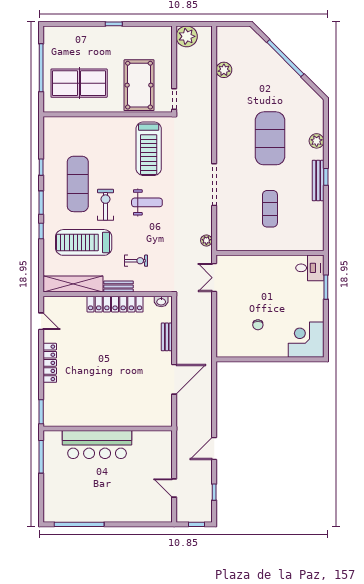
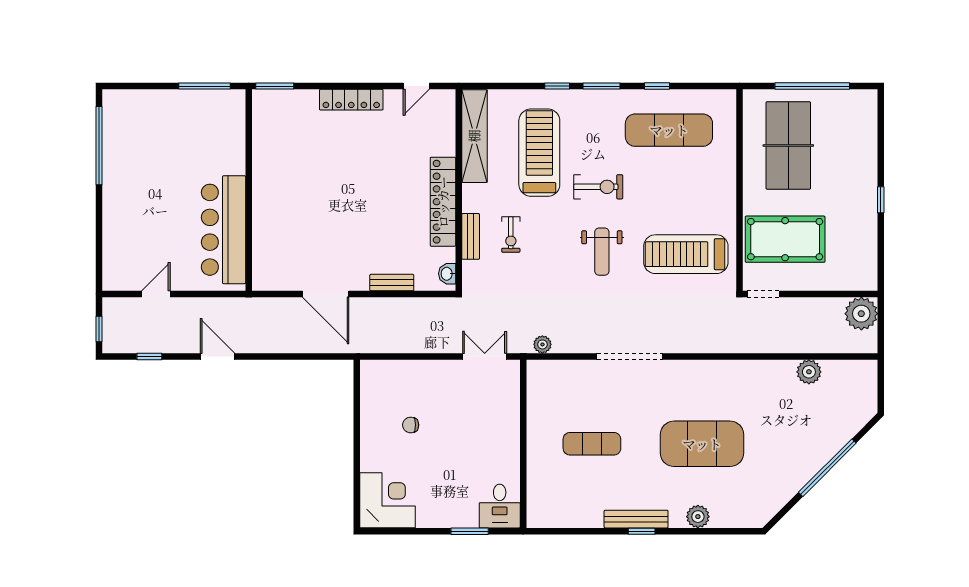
exercise mat: (78, 184) -> (669, 130), moved
bench: (119, 286) -> (471, 236), moved
bar counter: (97, 445) -> (223, 230), moved

